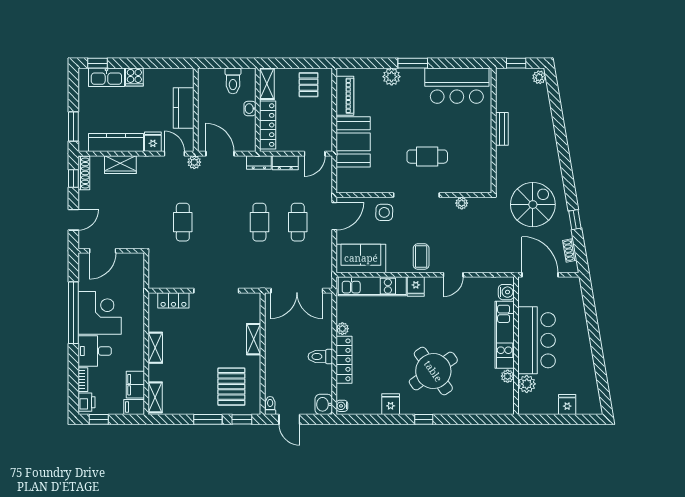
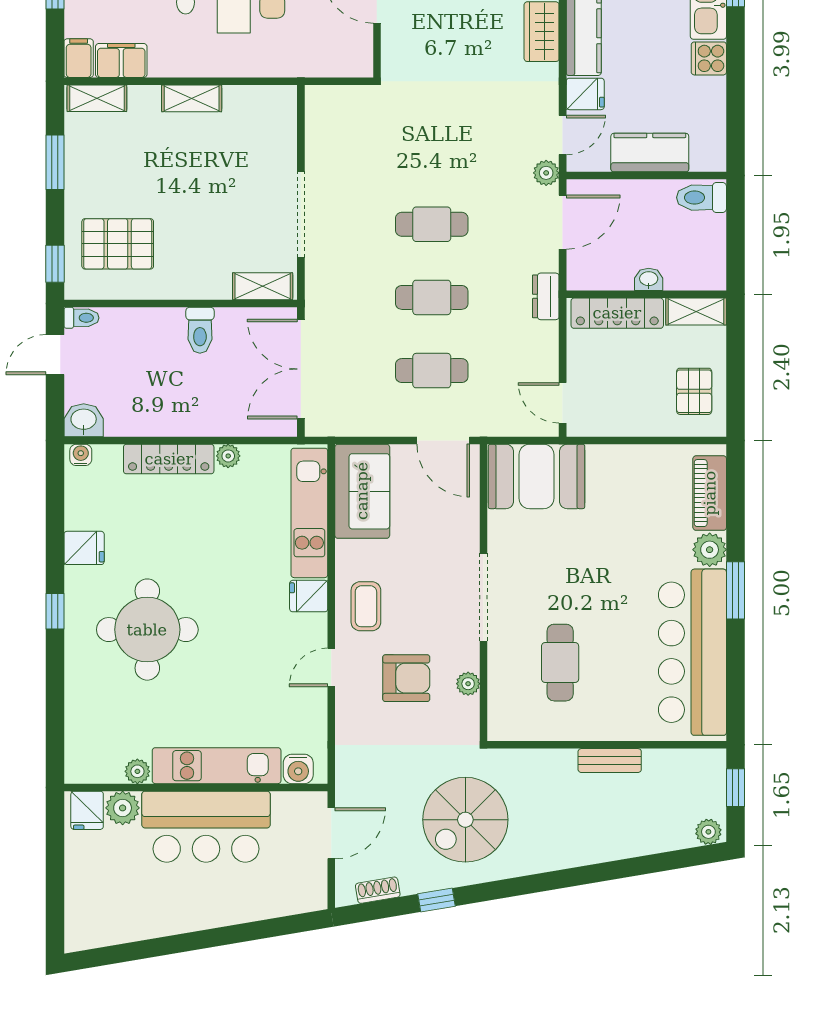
toilet: (233, 81) -> (701, 198), moved
pallet: (309, 85) -> (694, 391), turned 90
bar counter: (457, 86) -> (692, 652), width x1.36
piano: (345, 96) -> (710, 493), moved, turned 90
booth: (353, 142) -> (537, 476), moved
cafe table: (427, 157) -> (560, 663), moved
dresser: (285, 163) -> (545, 347), removed
spiral stairs: (533, 205) -> (465, 820), turned 90
side table: (384, 212) -> (450, 536), removed
cafe table: (183, 222) -> (432, 224), moved
armchair: (459, 235) -> (406, 678), added
coffee table: (421, 257) -> (366, 606), turned 90
door: (453, 275) -> (331, 667), hinge flipped
door: (540, 275) -> (331, 833), width x0.73
locker: (173, 300) -> (282, 133), removed
shelving: (254, 339) -> (263, 286), moved
toilet: (320, 357) -> (200, 330), moved, turned 180
round table: (433, 371) -> (147, 630), turned 35
fridge: (567, 405) -> (87, 810), moved, turned 90
window: (208, 419) -> (55, 162), moved

